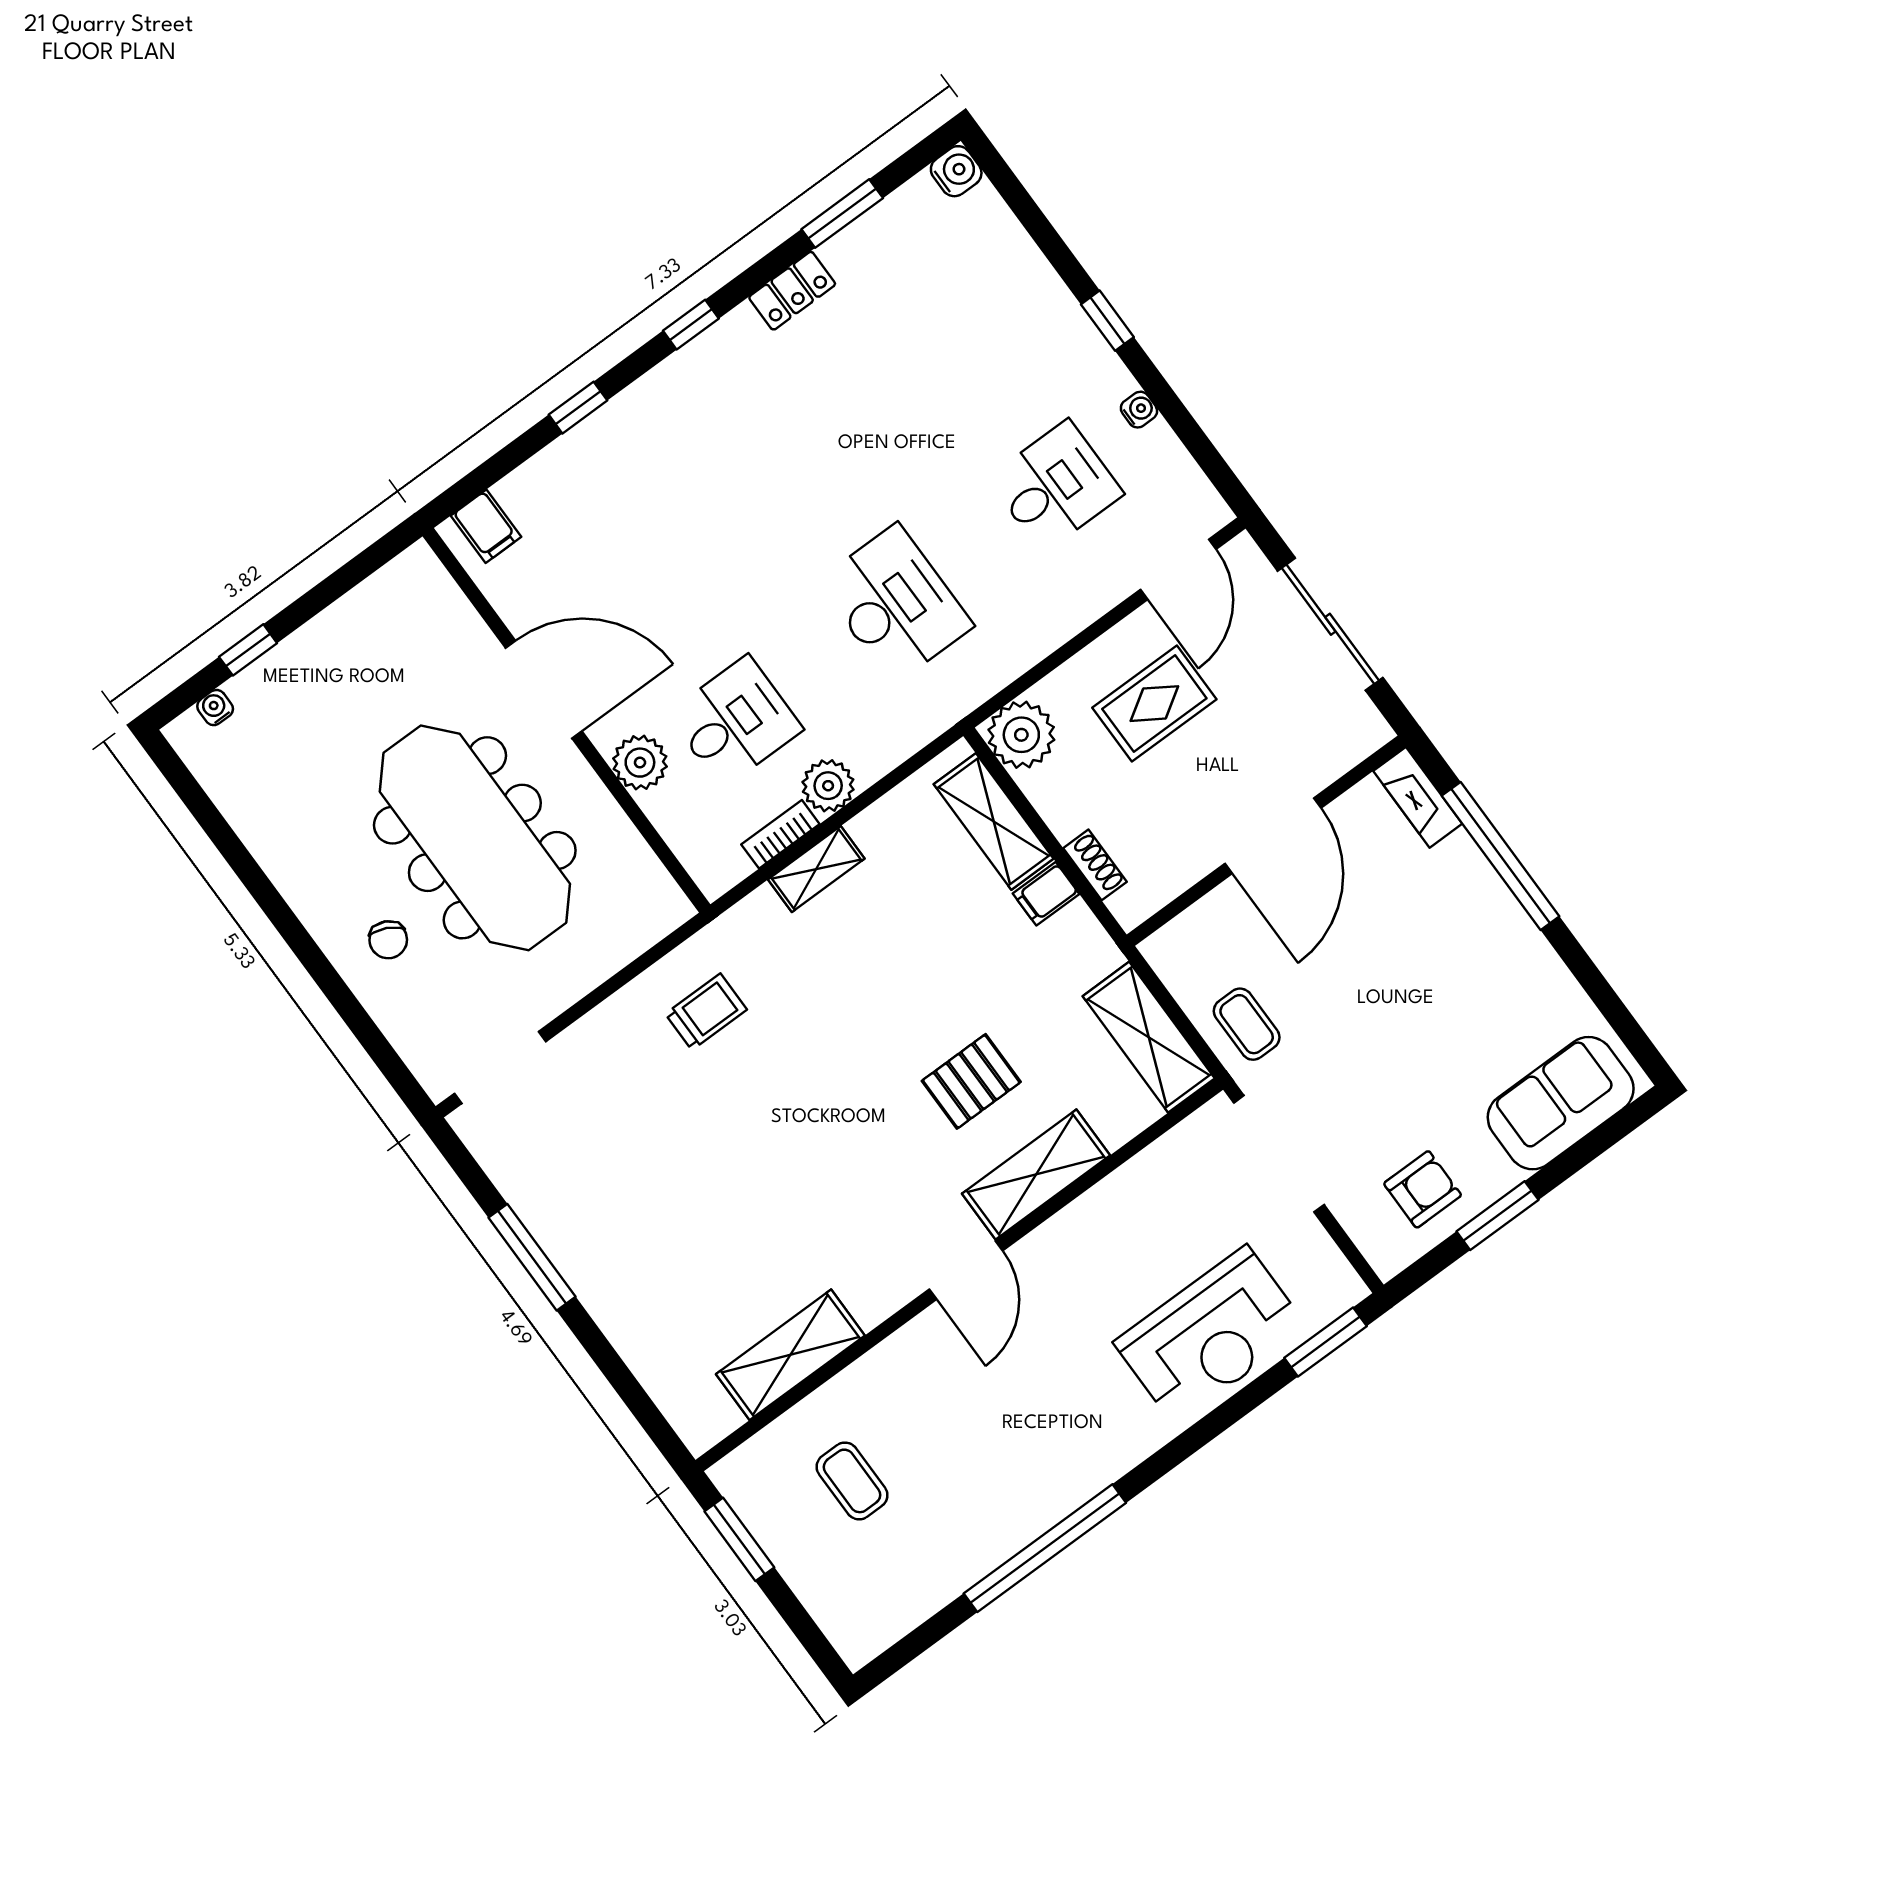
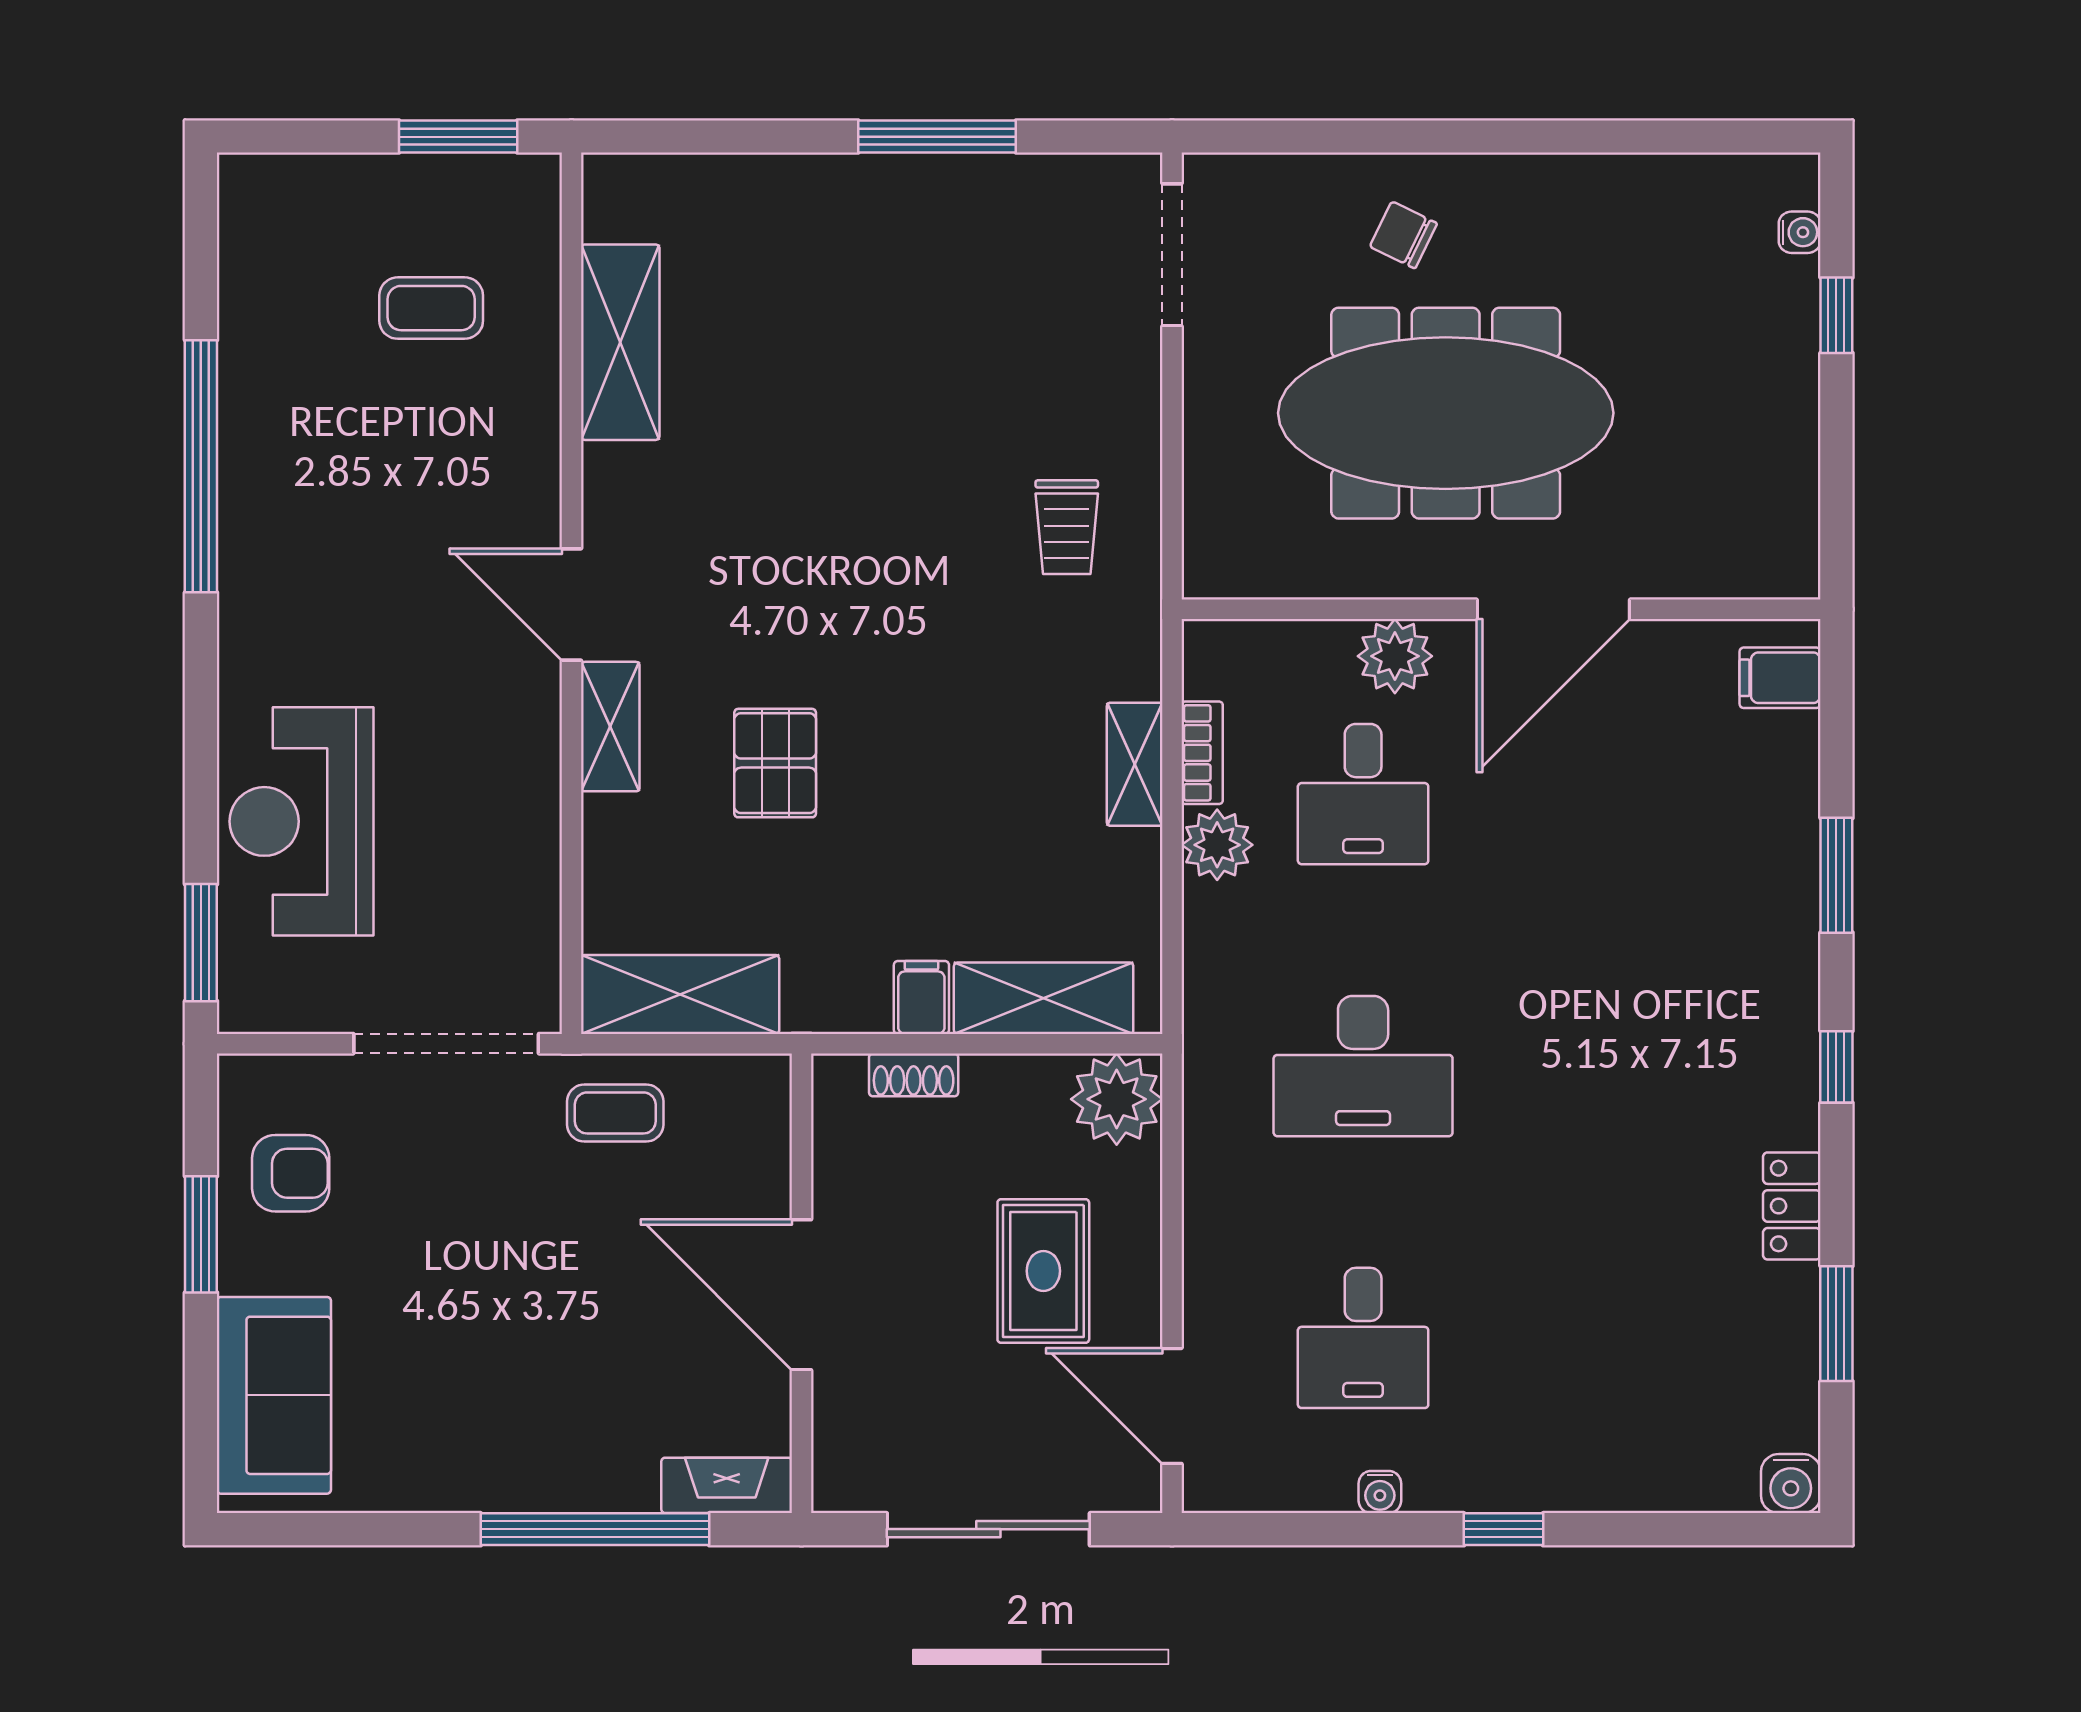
window: (578, 408) -> (1836, 875), width x1.50
shelving: (1036, 1175) -> (610, 727), width x0.67, depth x0.75
armchair: (1423, 1189) -> (291, 1173), turned -90

